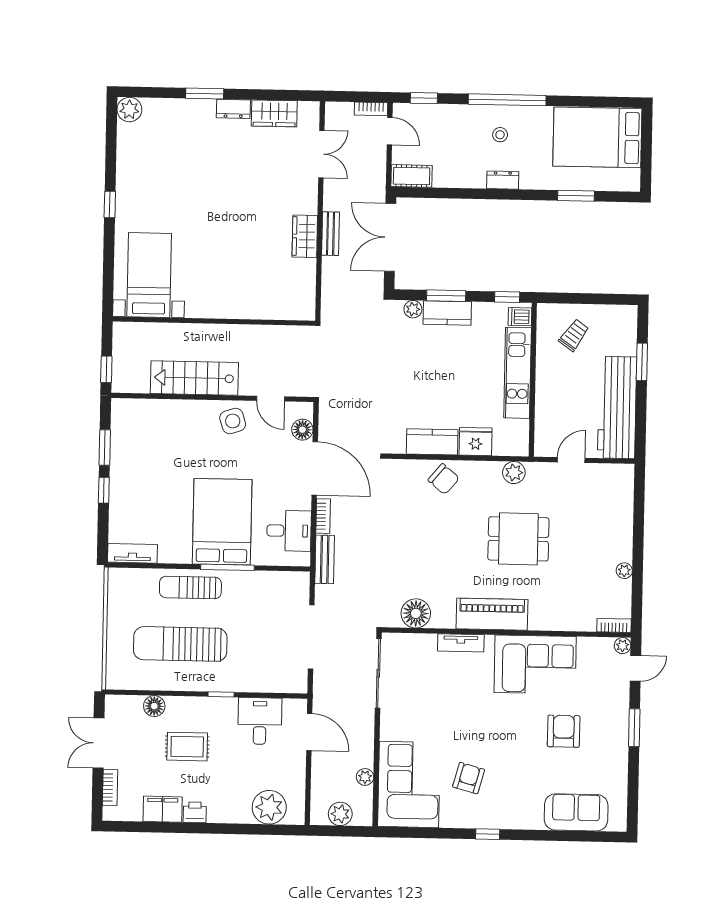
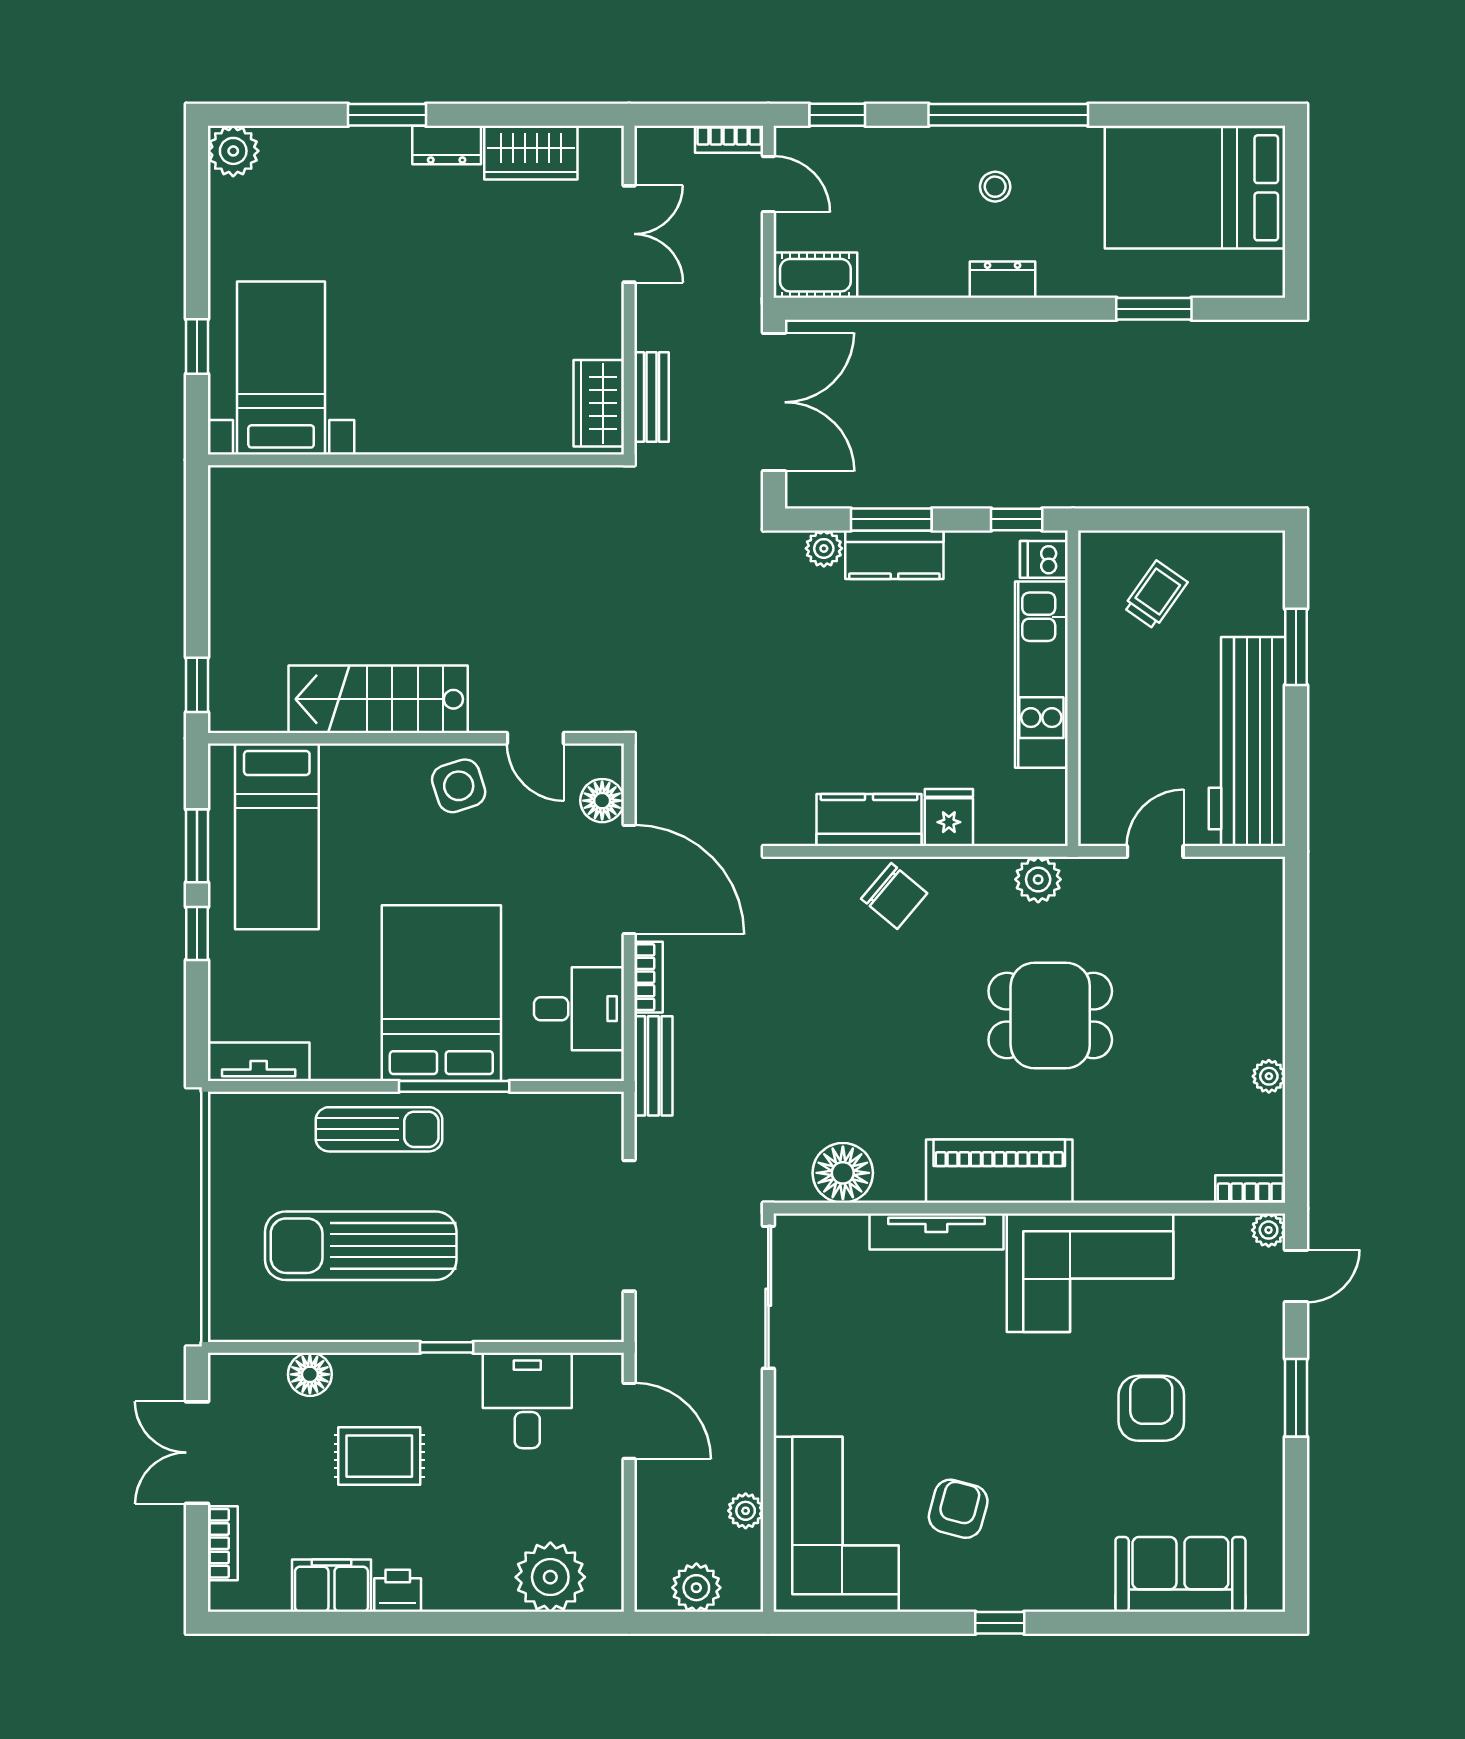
double door: (390, 237) -> (774, 402), swing flipped
bed with nightstands: (149, 275) -> (281, 368), moved
wall: (214, 321) -> (416, 460), moved
fridge: (476, 442) -> (949, 818), width x0.72
bed: (144, 444) -> (277, 836), added
sun lounger: (190, 587) -> (379, 1129), turned 180
tv unit: (461, 643) -> (936, 1231), width x1.41

